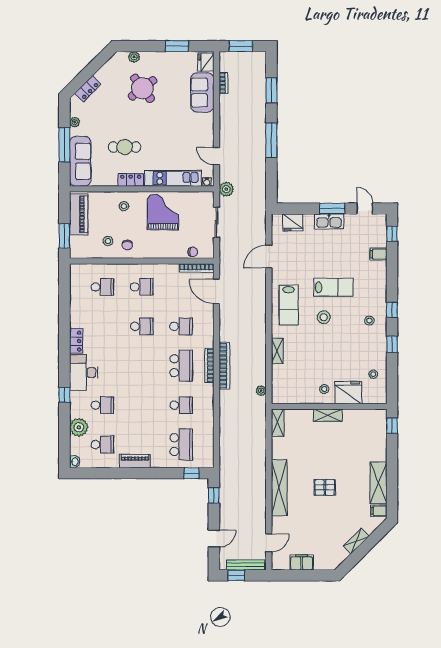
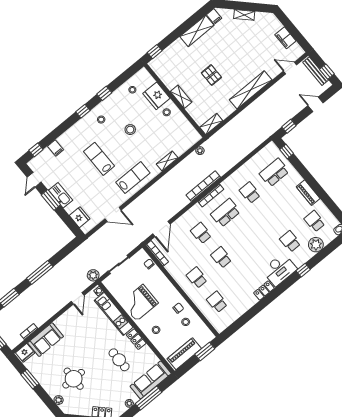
round table: (143, 88) -> (74, 379), turned 37
stool: (324, 317) -> (130, 130), moved
pallet: (325, 487) -> (211, 75), moved

